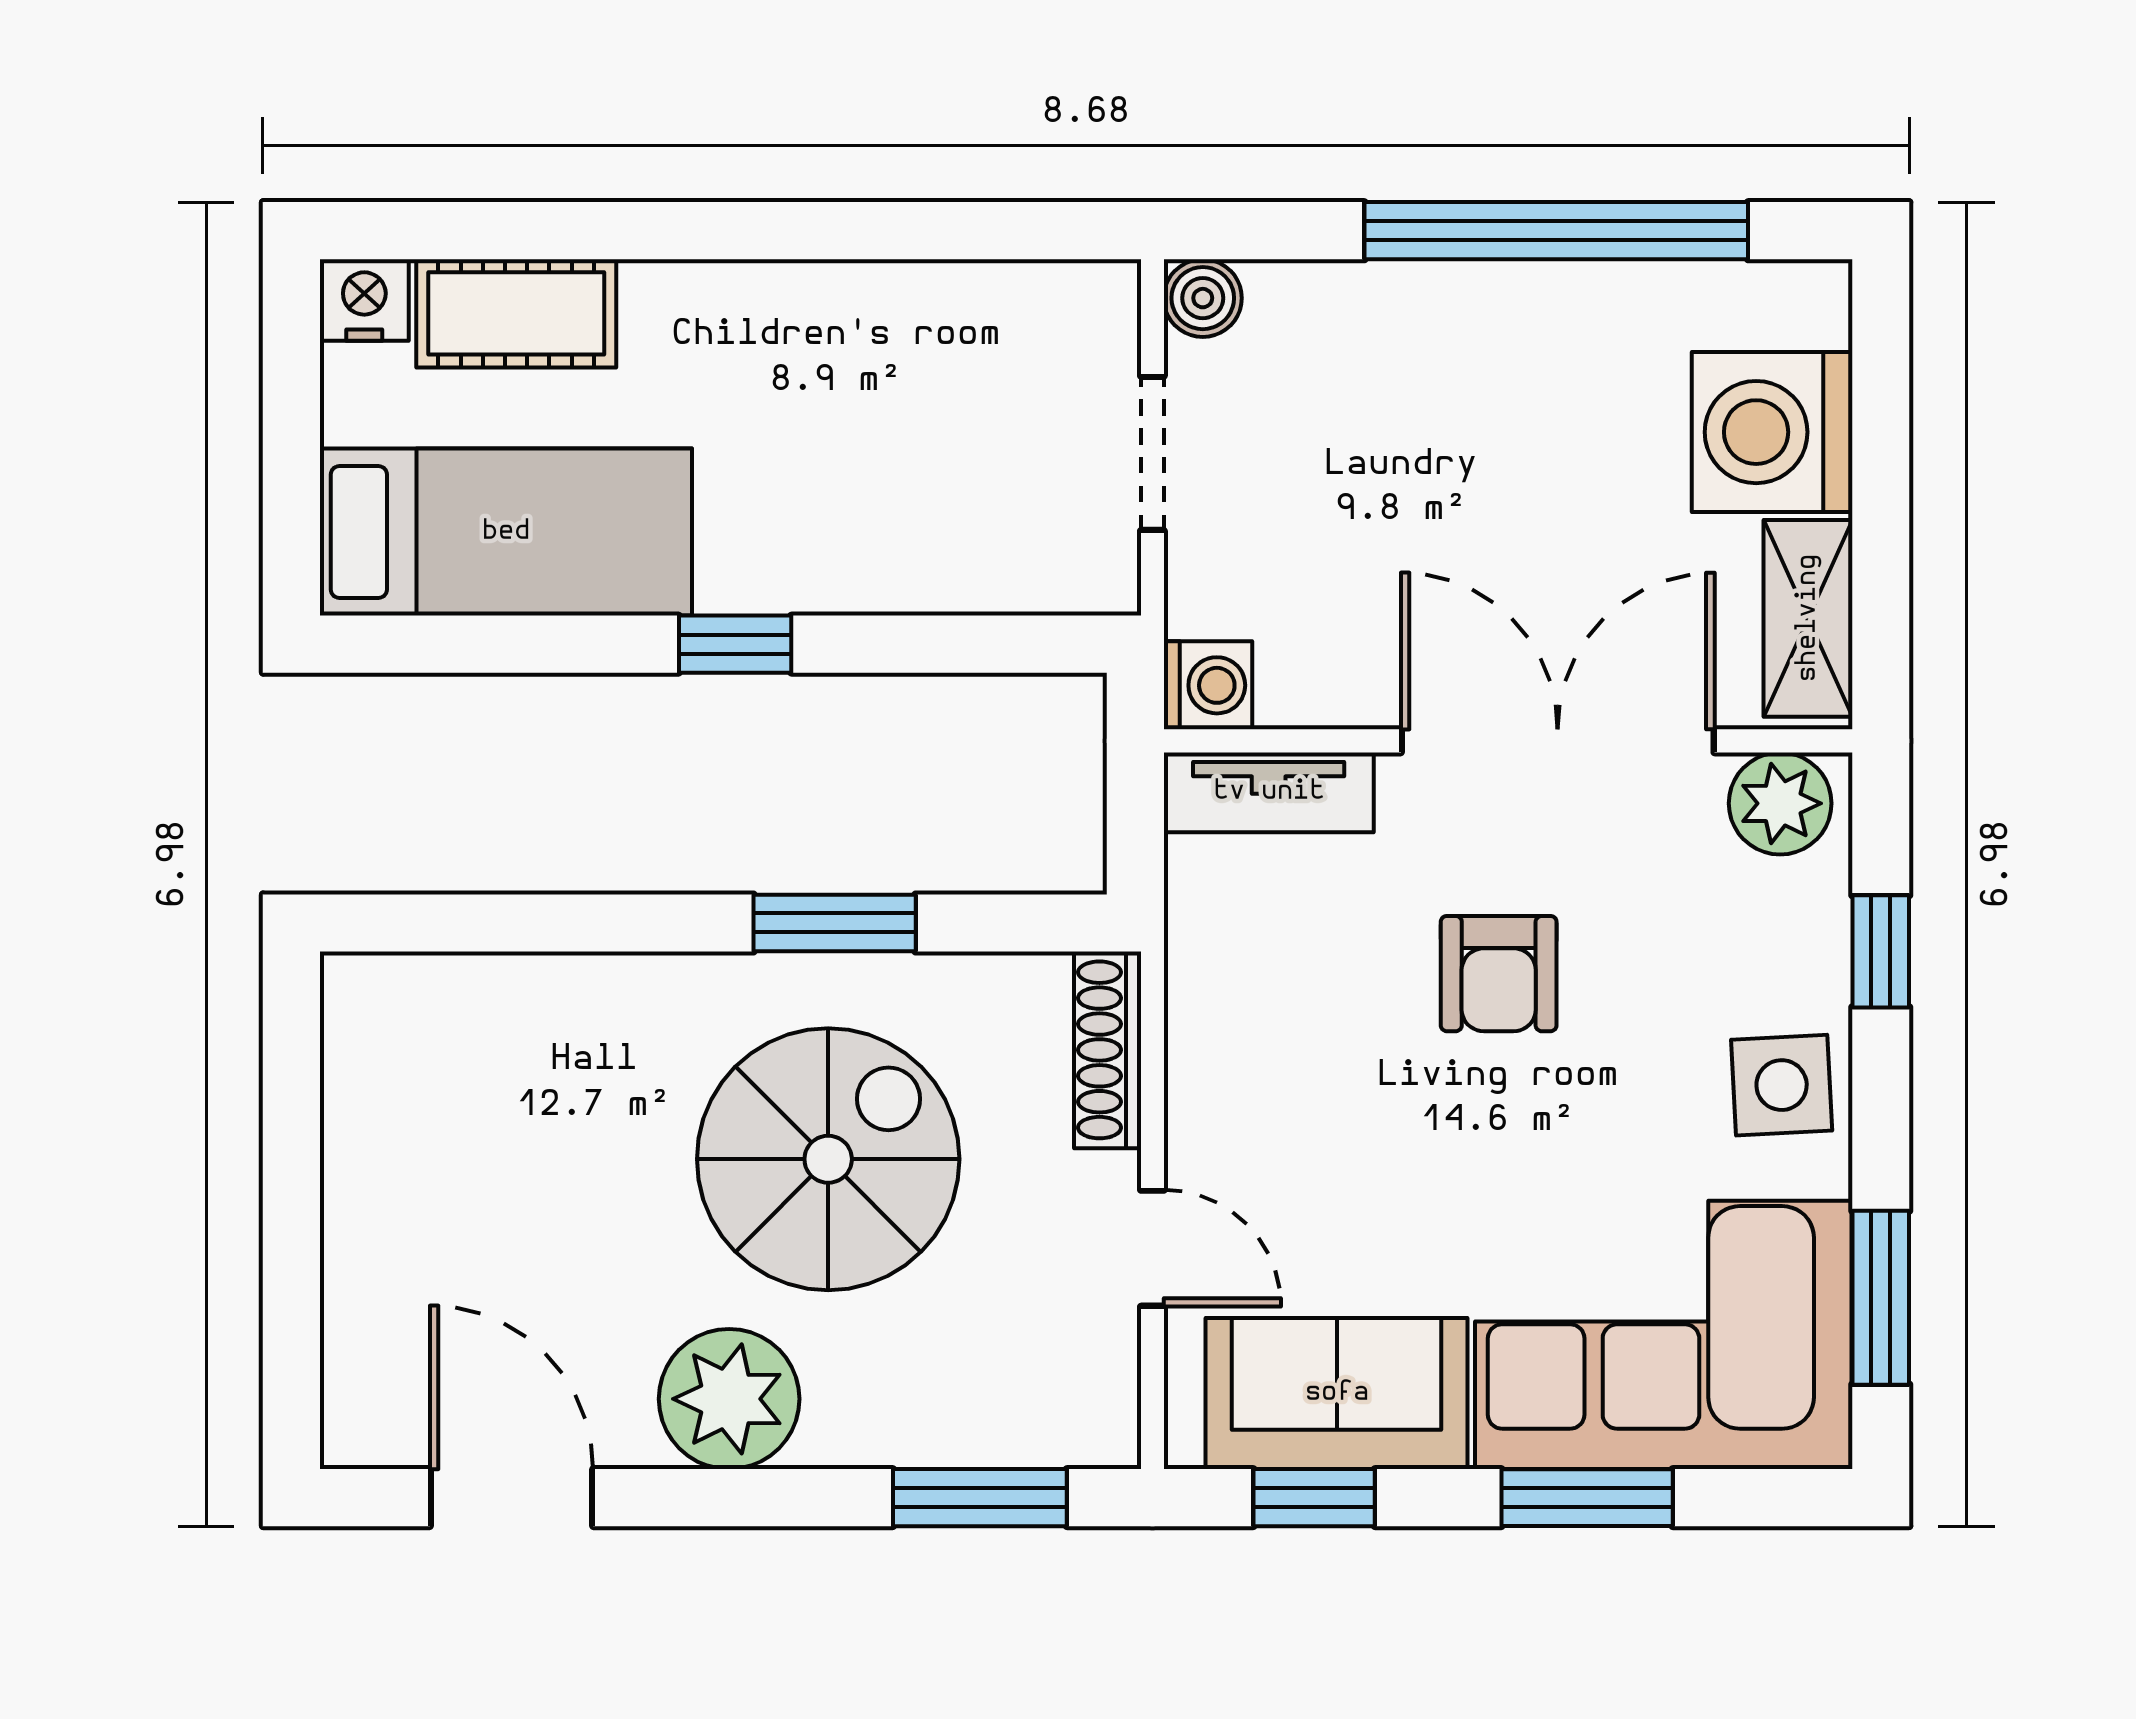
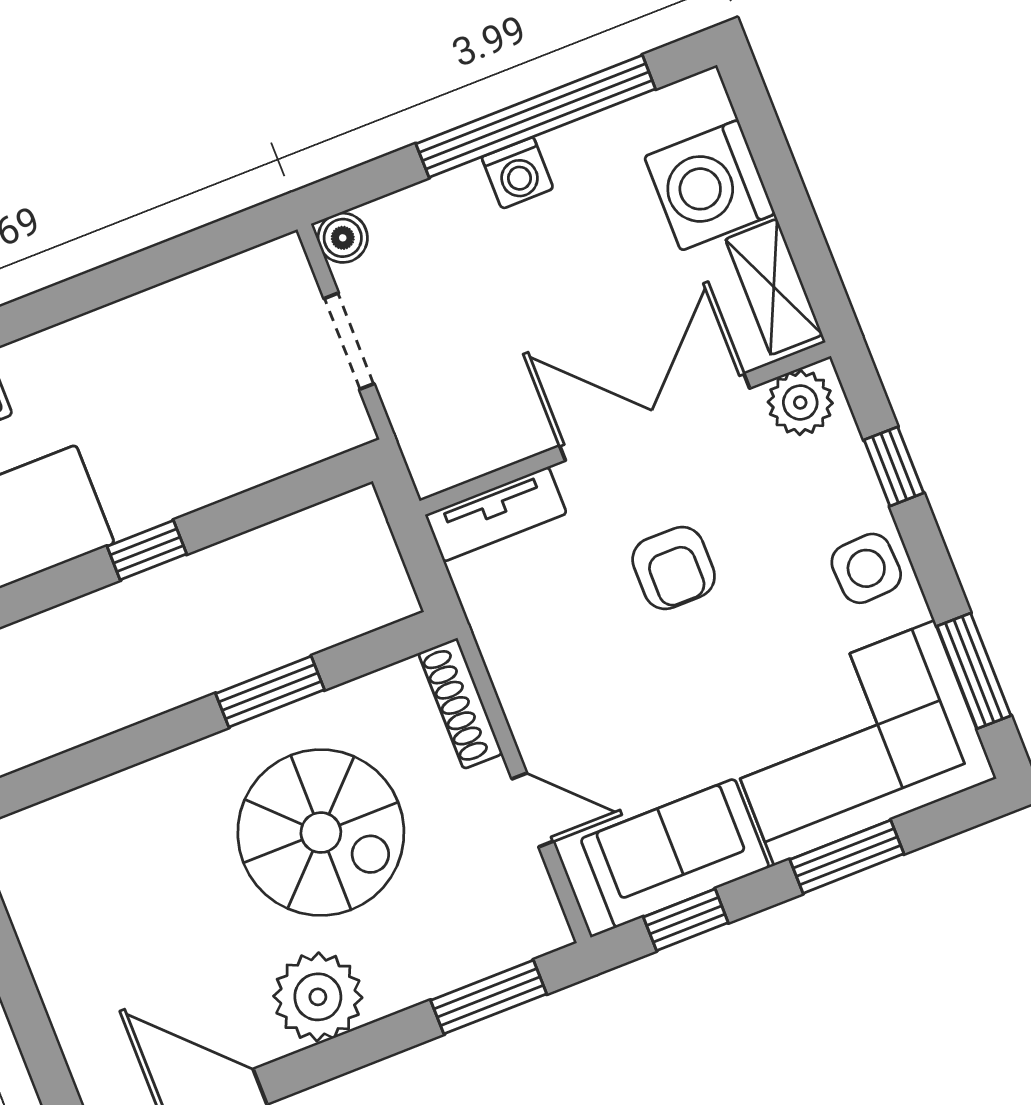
washing machine: (1208, 685) -> (517, 173), moved, turned 90
spiral stairs: (828, 1159) -> (321, 833), turned 90

